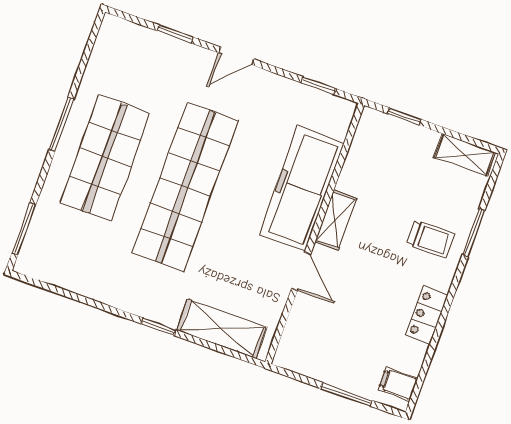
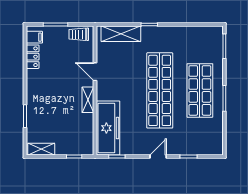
freezer: (302, 189) -> (108, 128), moved
trolley: (430, 239) -> (79, 34), moved
locker: (427, 315) -> (33, 57), moved

